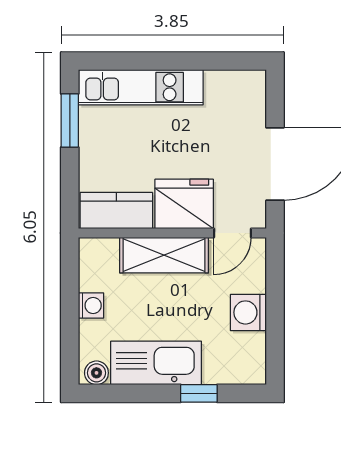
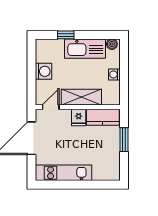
kitchen unit: (141, 87) -> (63, 173), moved
window: (70, 120) -> (124, 140), moved
fridge: (184, 204) -> (79, 117), width x0.53, depth x0.75

